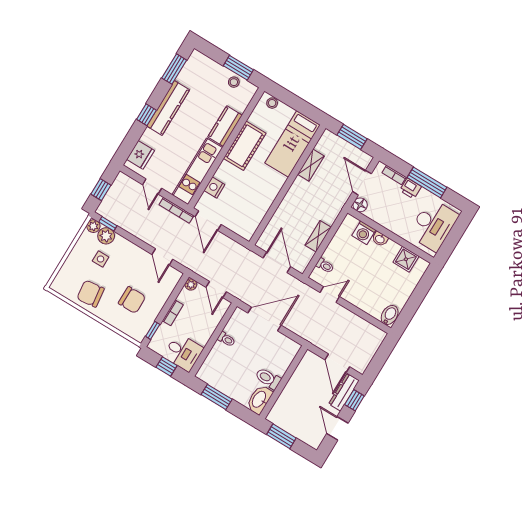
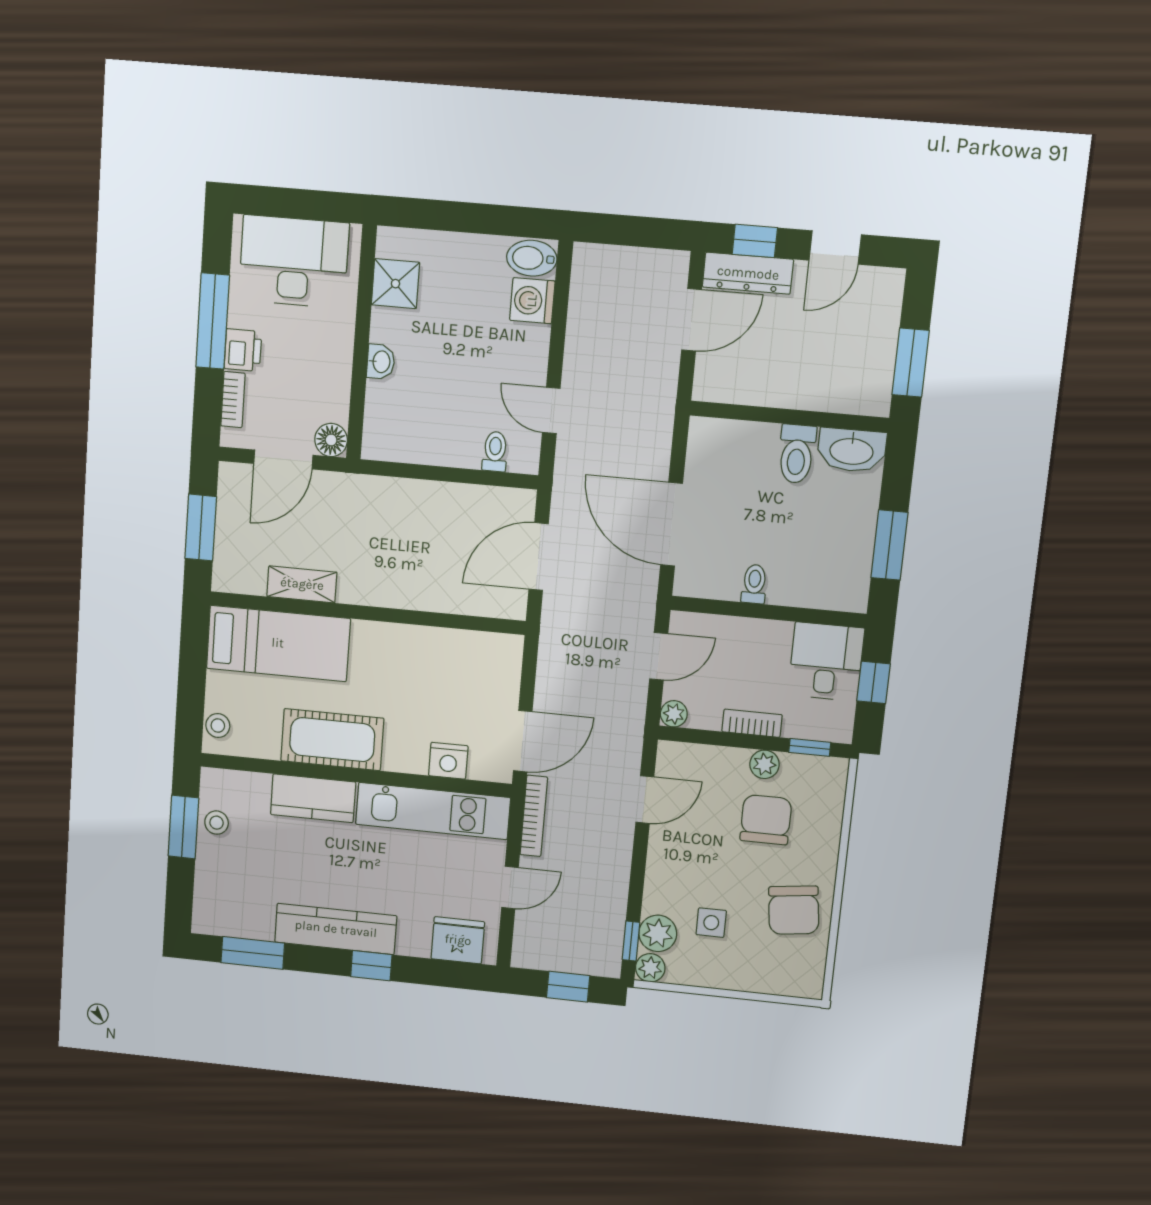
washing machine: (364, 233) -> (532, 301), moved, turned 180
shelving: (318, 236) -> (441, 496), removed
plant: (154, 310) -> (764, 764), added

